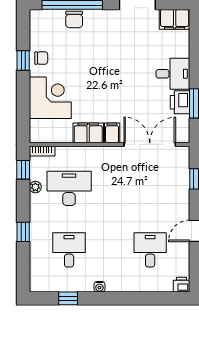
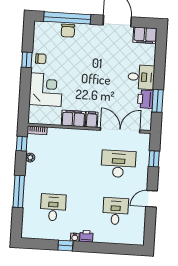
desk: (69, 188) -> (118, 164), moved
window: (23, 232) -> (19, 191), width x2.17
printer: (182, 285) -> (86, 236), moved
window: (68, 298) -> (65, 246), moved

